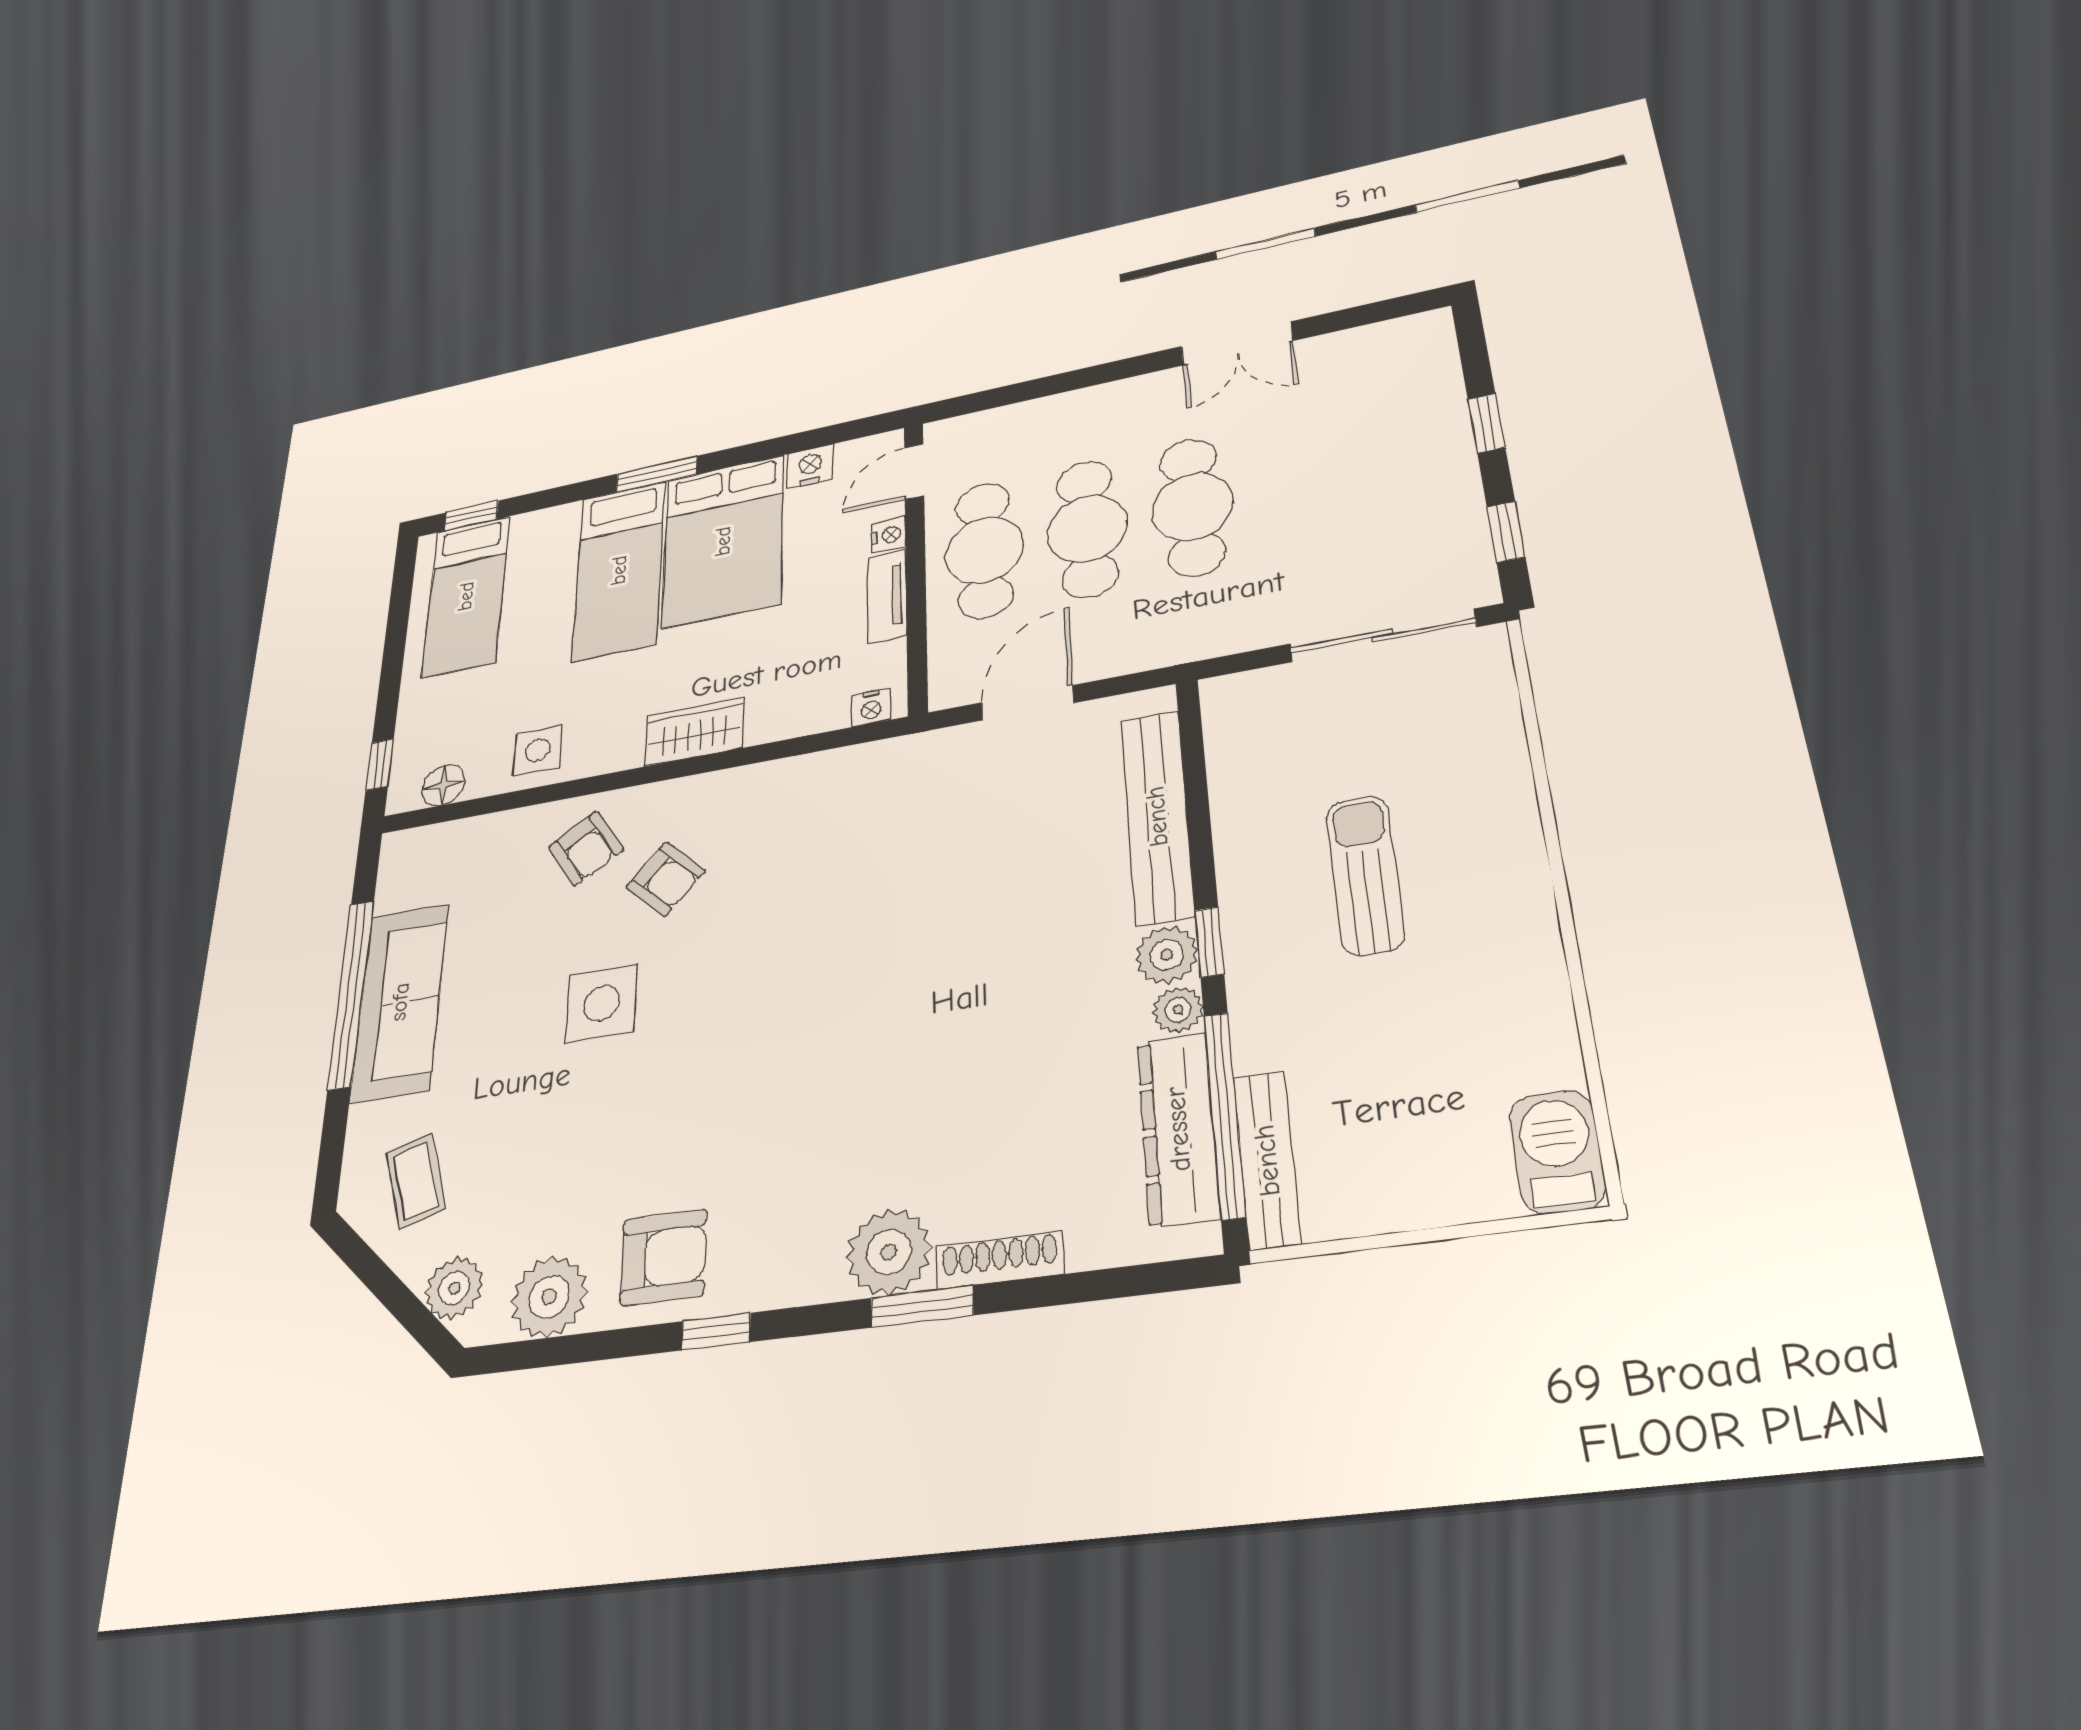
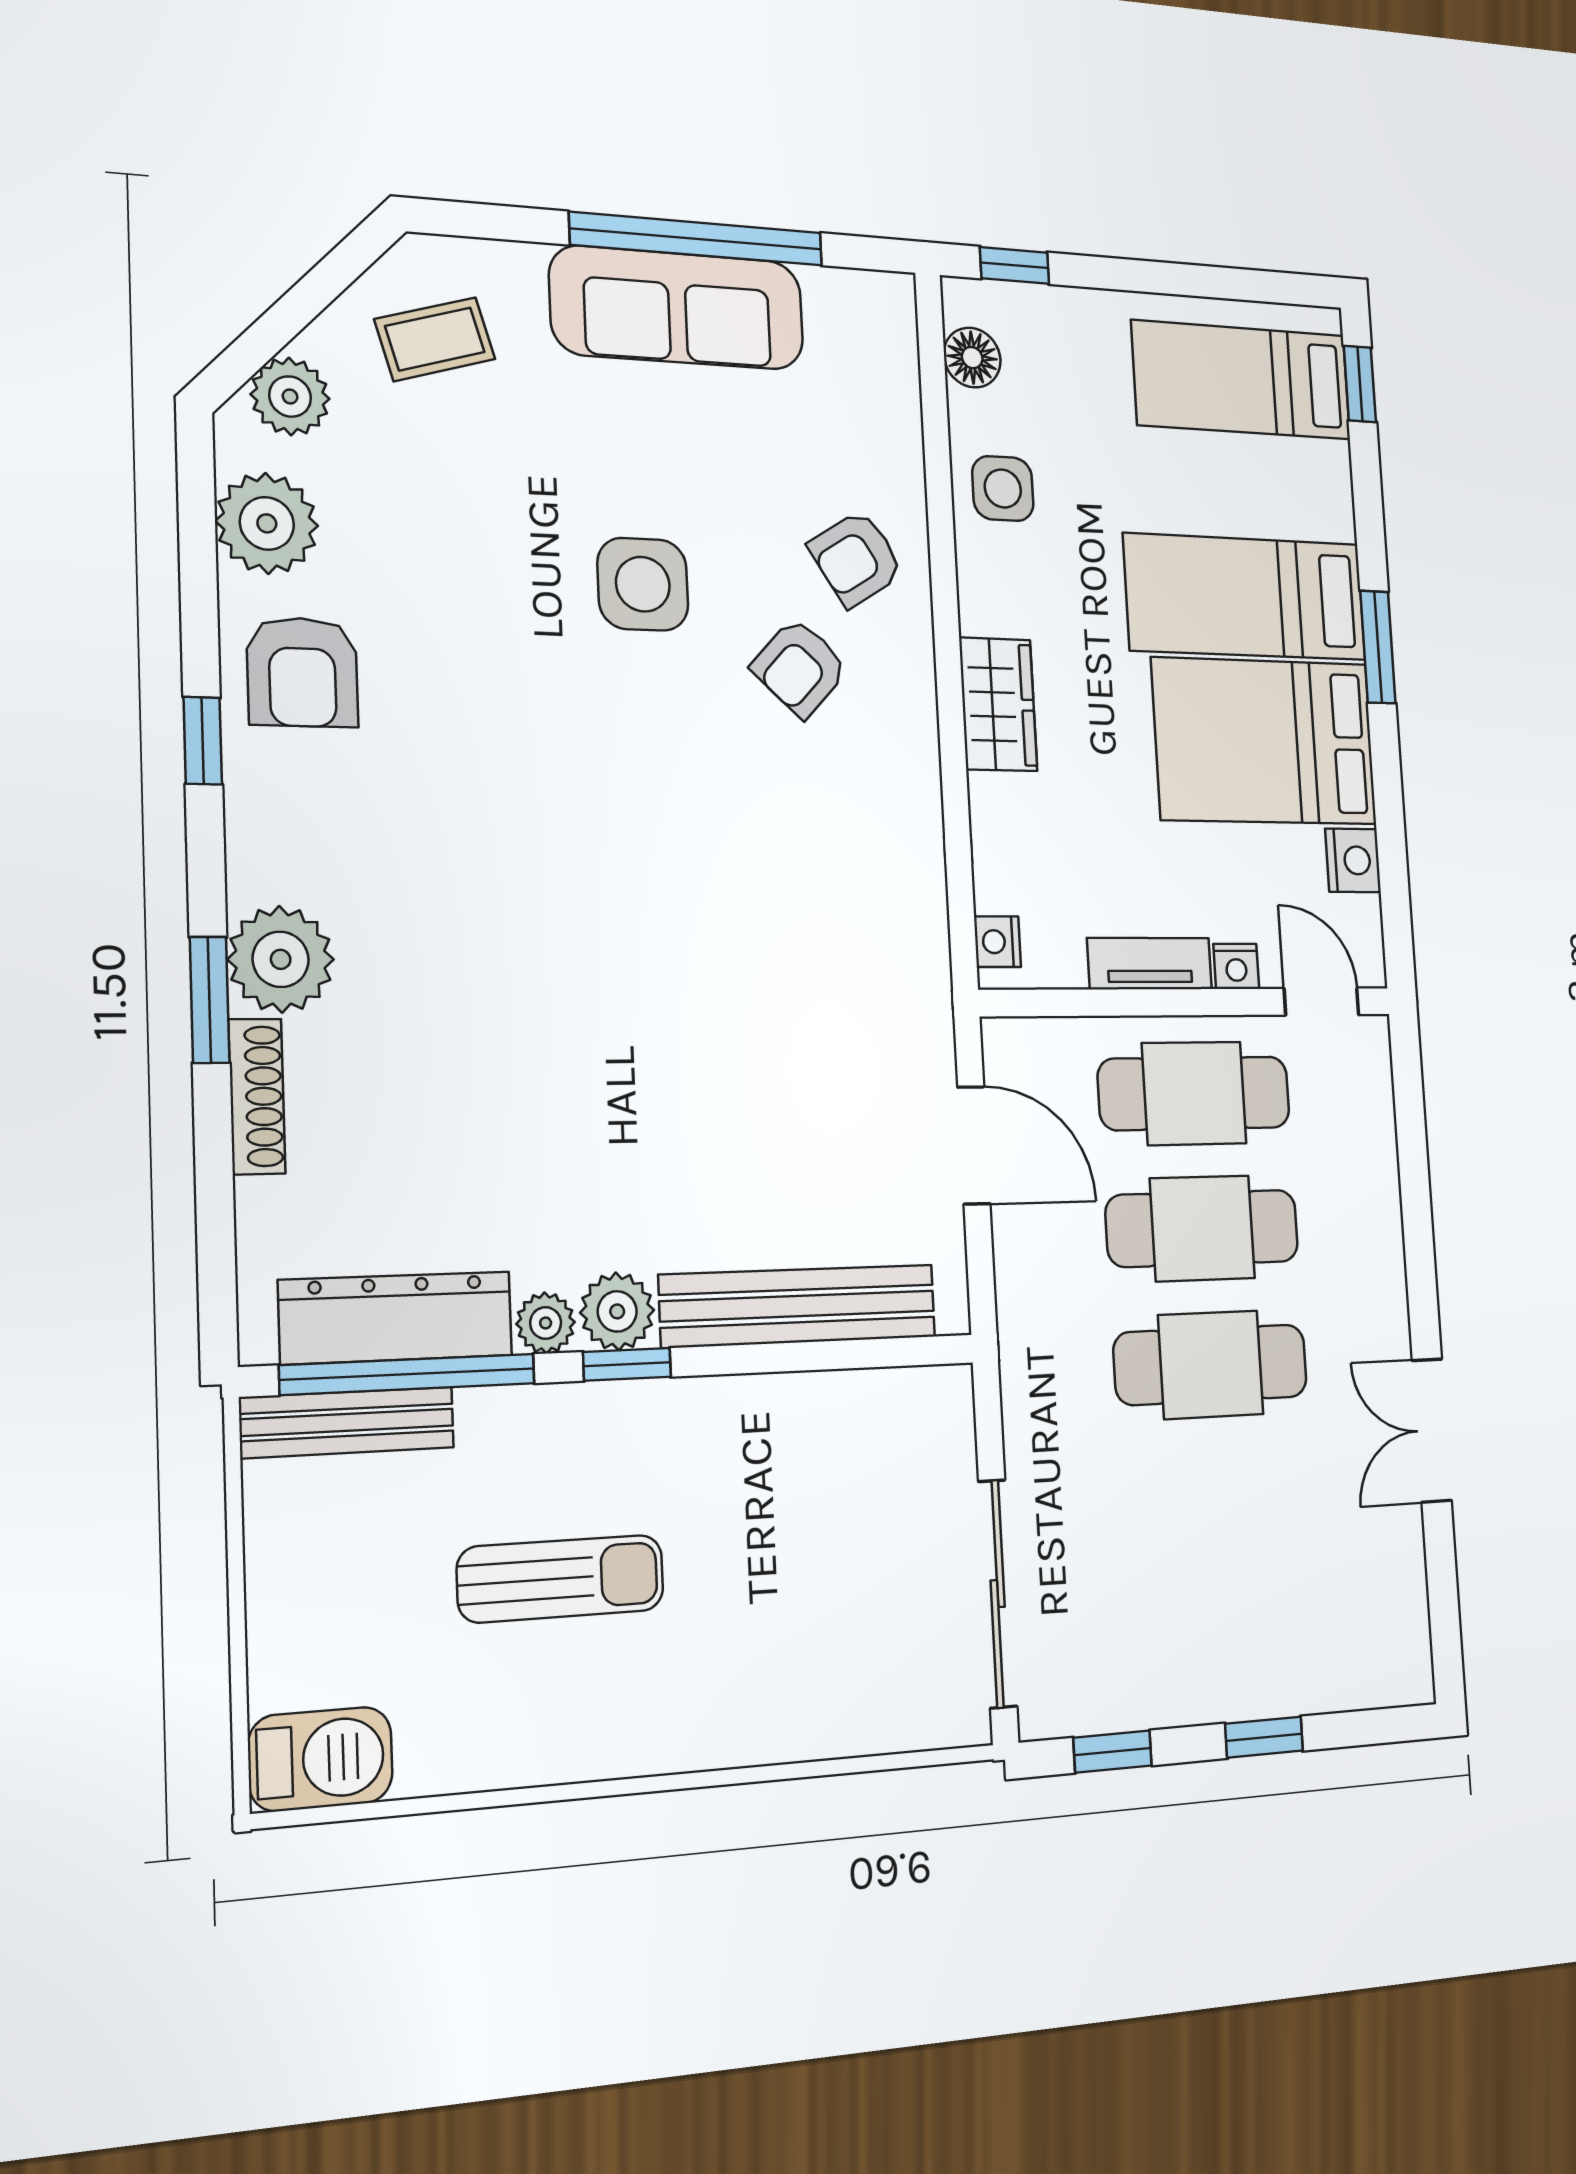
sun lounger: (1365, 875) -> (561, 1579), moved

